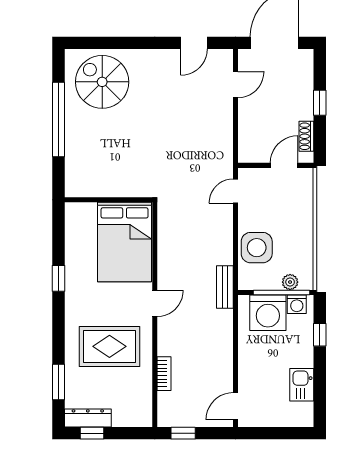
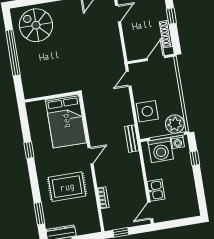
shoe rack: (306, 136) -> (166, 34), width x1.43
plant: (290, 282) -> (175, 124), width x1.87, depth x1.87
kitchen sink: (302, 385) -> (156, 190), moved, turned 180

